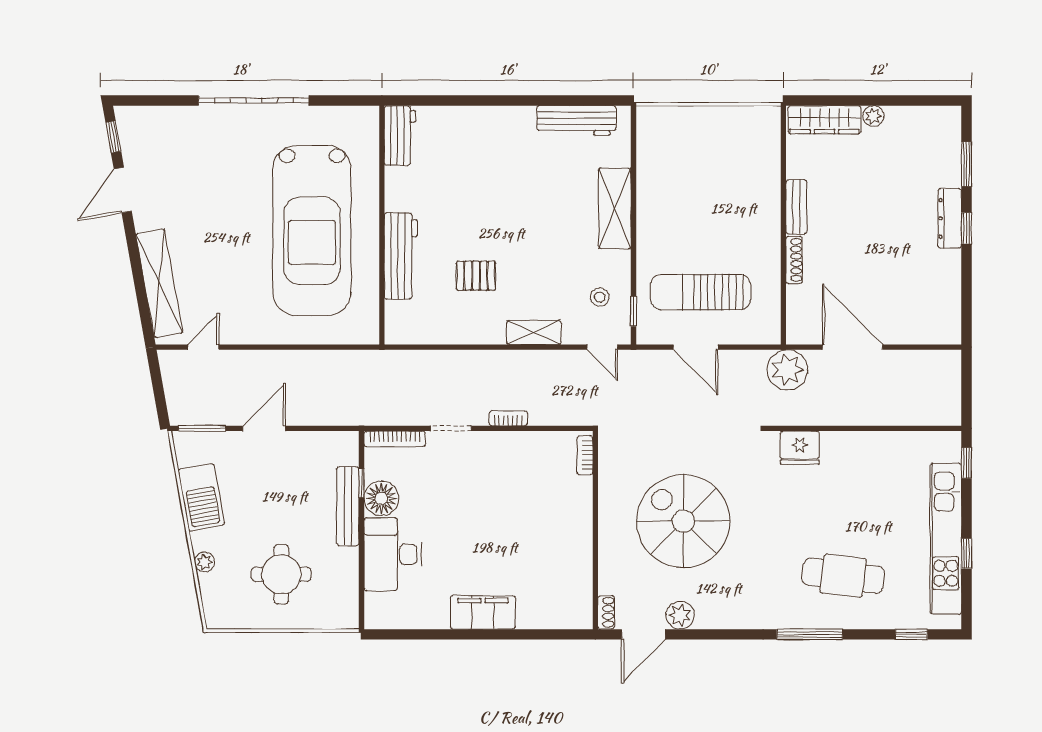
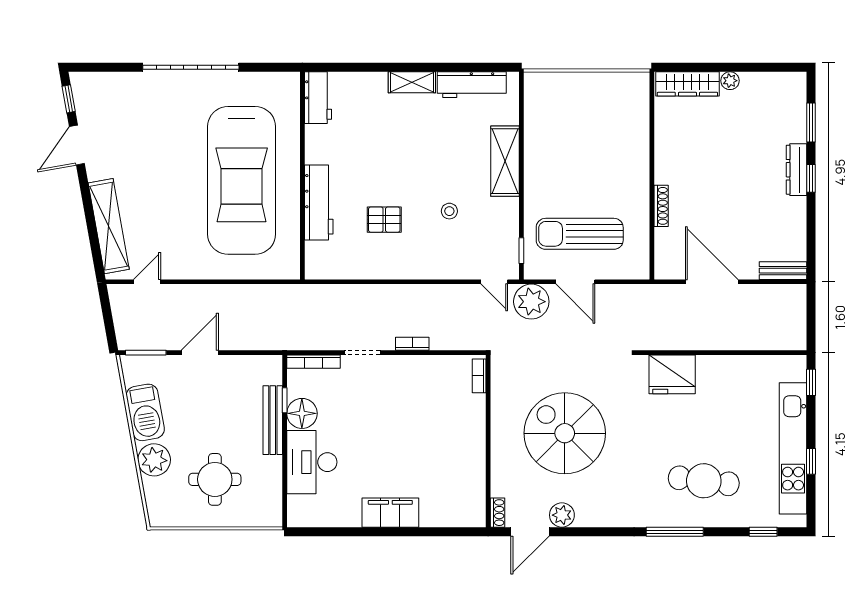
bench: (796, 207) -> (783, 271), moved, turned 90
stool: (600, 297) -> (449, 211), moved
shelving: (534, 332) -> (412, 82), moved
plant: (787, 370) -> (531, 302), moved
fridge: (800, 448) -> (672, 374), width x1.36, depth x1.34
plant: (204, 562) -> (154, 460), width x1.87, depth x1.87

